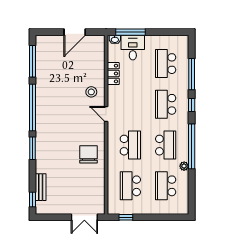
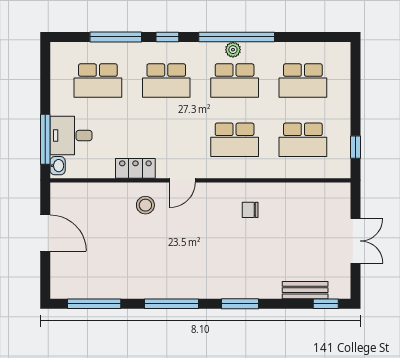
locker: (113, 74) -> (135, 168), moved
window: (32, 107) -> (171, 304), width x0.68
school desk: (130, 145) -> (235, 140), turned 180
school desk: (166, 145) -> (235, 80), turned 180
chair: (88, 154) -> (250, 210), width x0.54, depth x0.54
plant: (184, 166) -> (233, 50), moved
double door: (84, 217) -> (356, 241), moved

